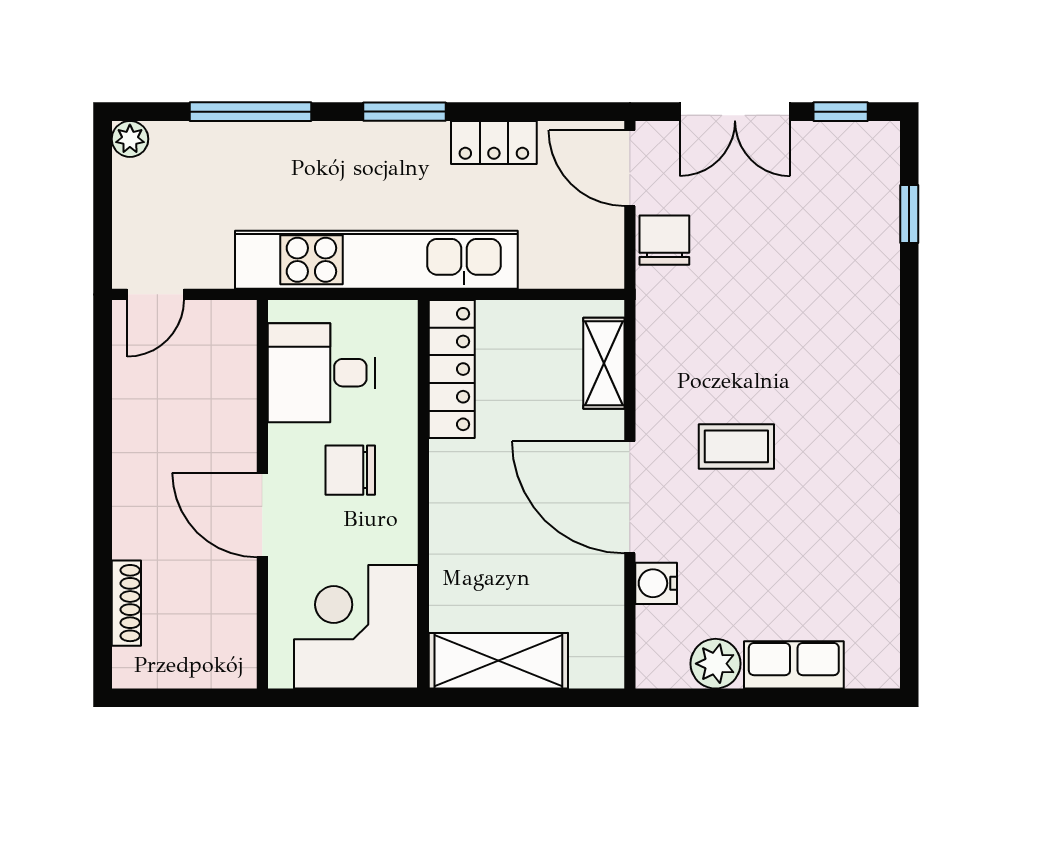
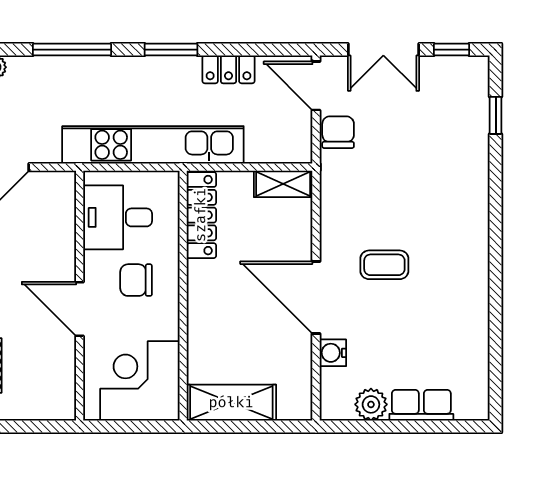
shelving: (604, 363) -> (283, 184), moved, turned 90

